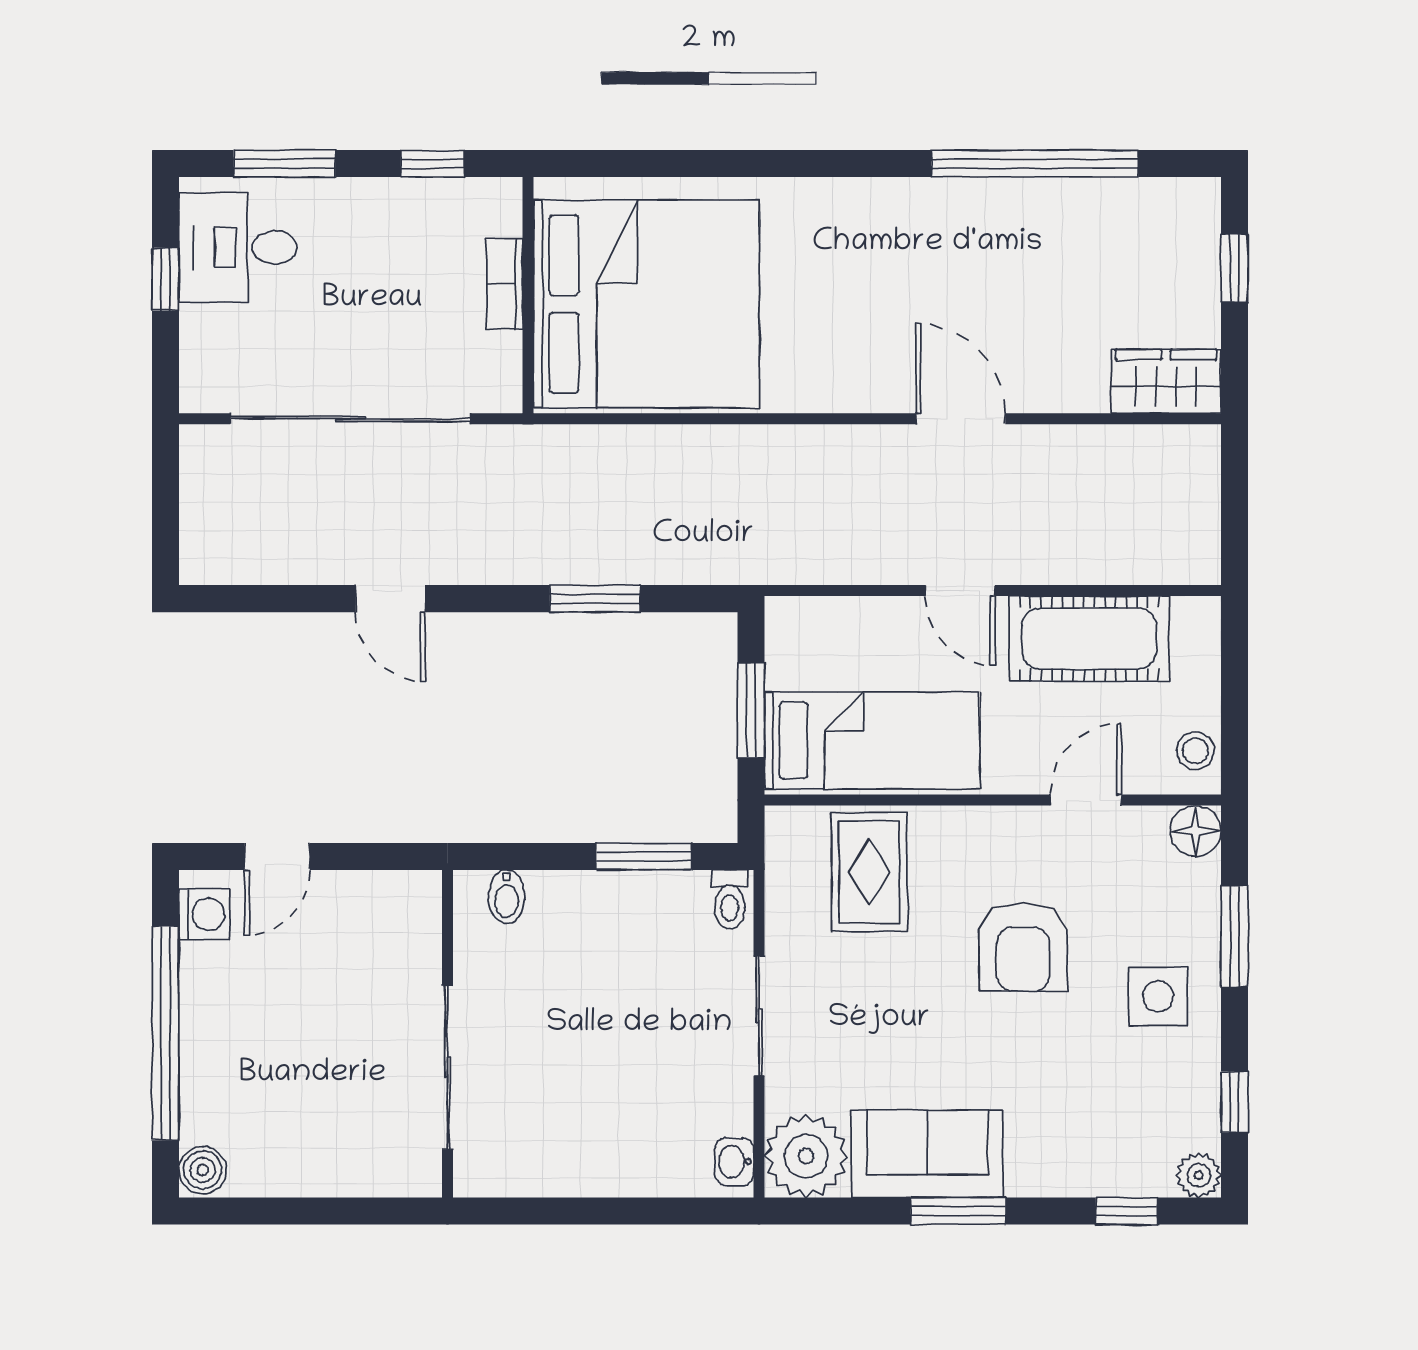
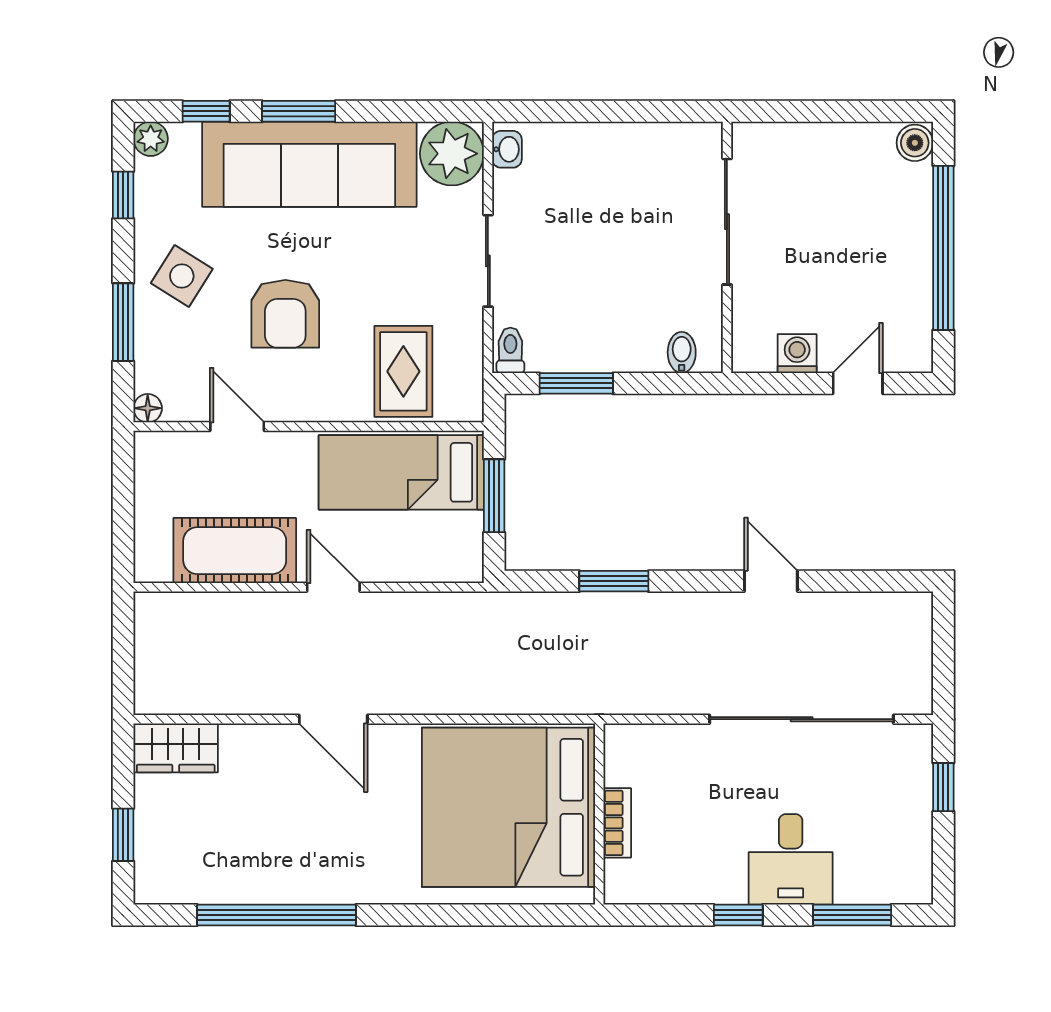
desk: (238, 247) -> (791, 859), moved, turned 90
window: (165, 279) -> (943, 787), moved
bookcase: (505, 284) -> (617, 823), moved
wall: (528, 295) -> (599, 814), moved
bed: (646, 304) -> (508, 807), moved
stool: (1195, 751) -> (153, 465), removed
door: (1086, 800) -> (237, 427), swing flipped
floor lamp: (1196, 831) -> (148, 408), width x0.73, depth x0.73
washing machine: (204, 914) -> (797, 354), moved, turned 90
armchair: (1023, 947) -> (285, 314), turned 180
side table: (1158, 996) -> (182, 276), turned 32
sofa: (927, 1154) -> (309, 164), width x1.85, depth x1.27
window: (958, 1211) -> (299, 111), moved

